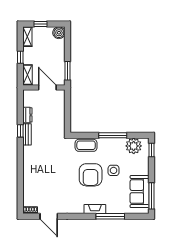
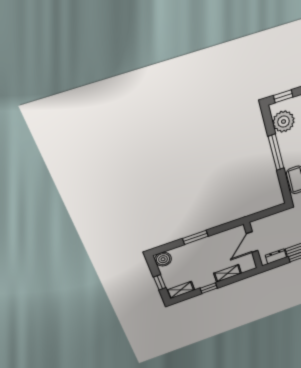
window: (68, 71) -> (195, 237), moved
wall: (44, 88) -> (253, 246), moved
door: (47, 88) -> (252, 242), moved

